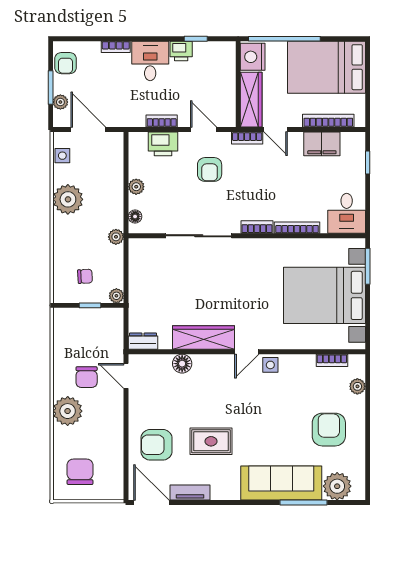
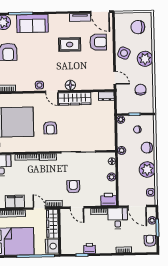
desk: (150, 61) -> (118, 218), moved, turned 180
printer: (163, 144) -> (109, 199), moved
chair: (68, 241) -> (147, 148), added
armchair: (251, 283) -> (50, 128), added
door: (247, 352) -> (52, 92), swing flipped
floor lamp: (182, 364) -> (70, 85), moved
chair: (87, 377) -> (140, 90), moved
side table: (108, 423) -> (124, 53), added
chair: (80, 472) -> (138, 27), turned 92
sofa: (281, 483) -> (32, 23), width x0.73

